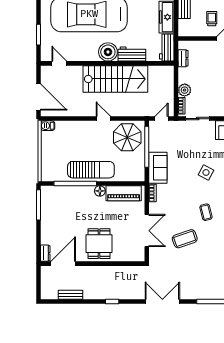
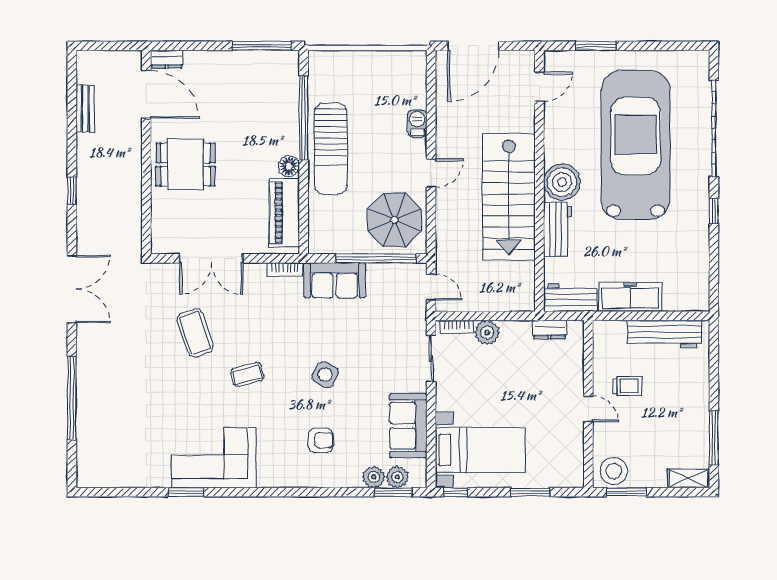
barbecue: (48, 126) -> (417, 123), moved

